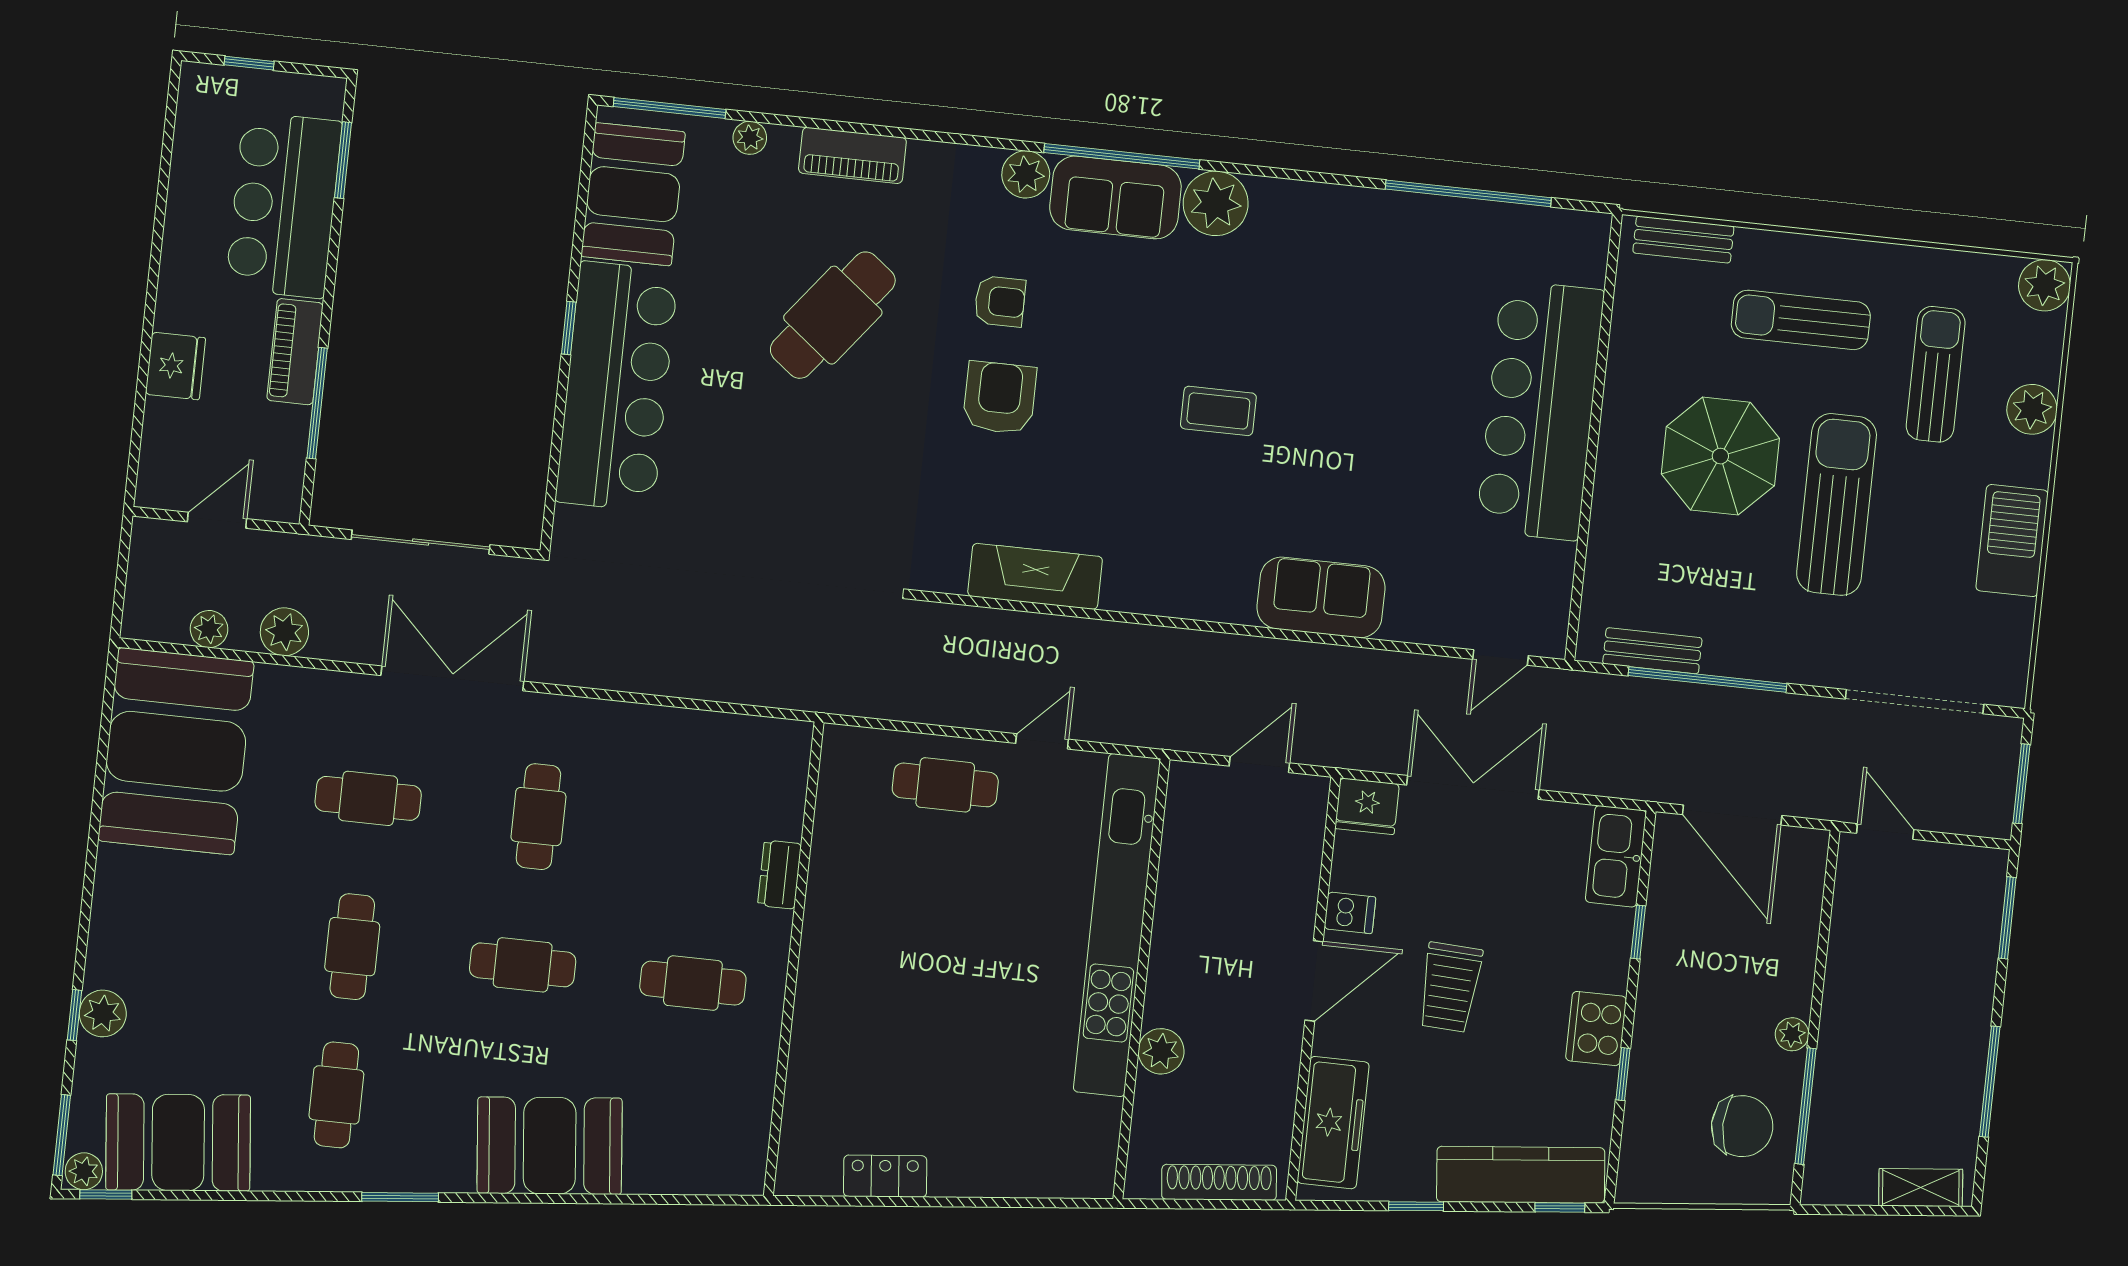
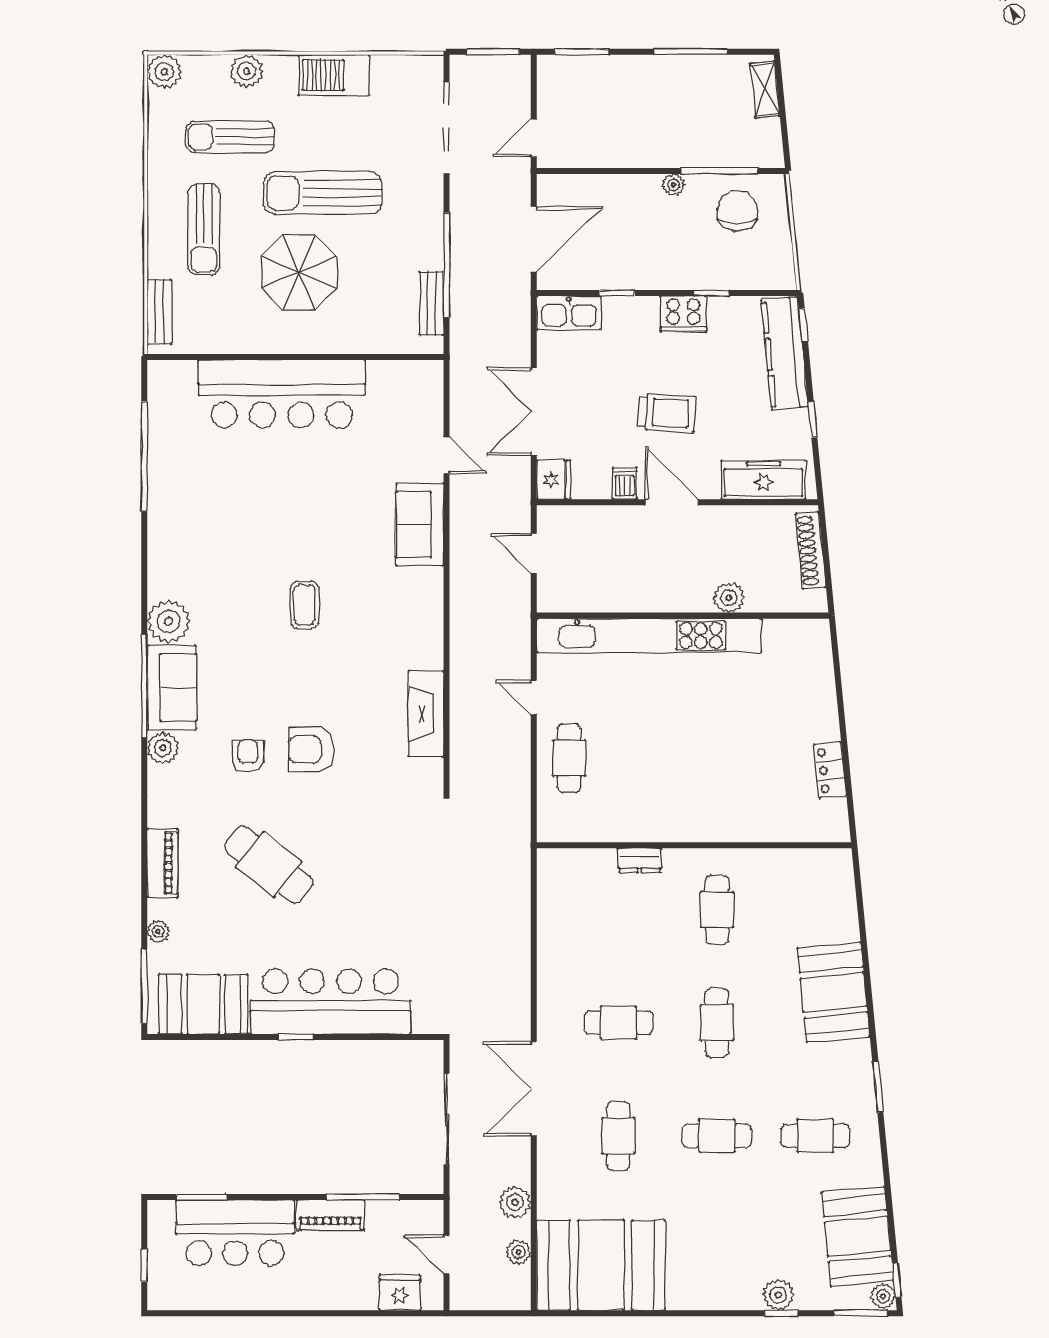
fridge: (176, 366) -> (400, 1292), moved
door: (1500, 657) -> (447, 455), moved

